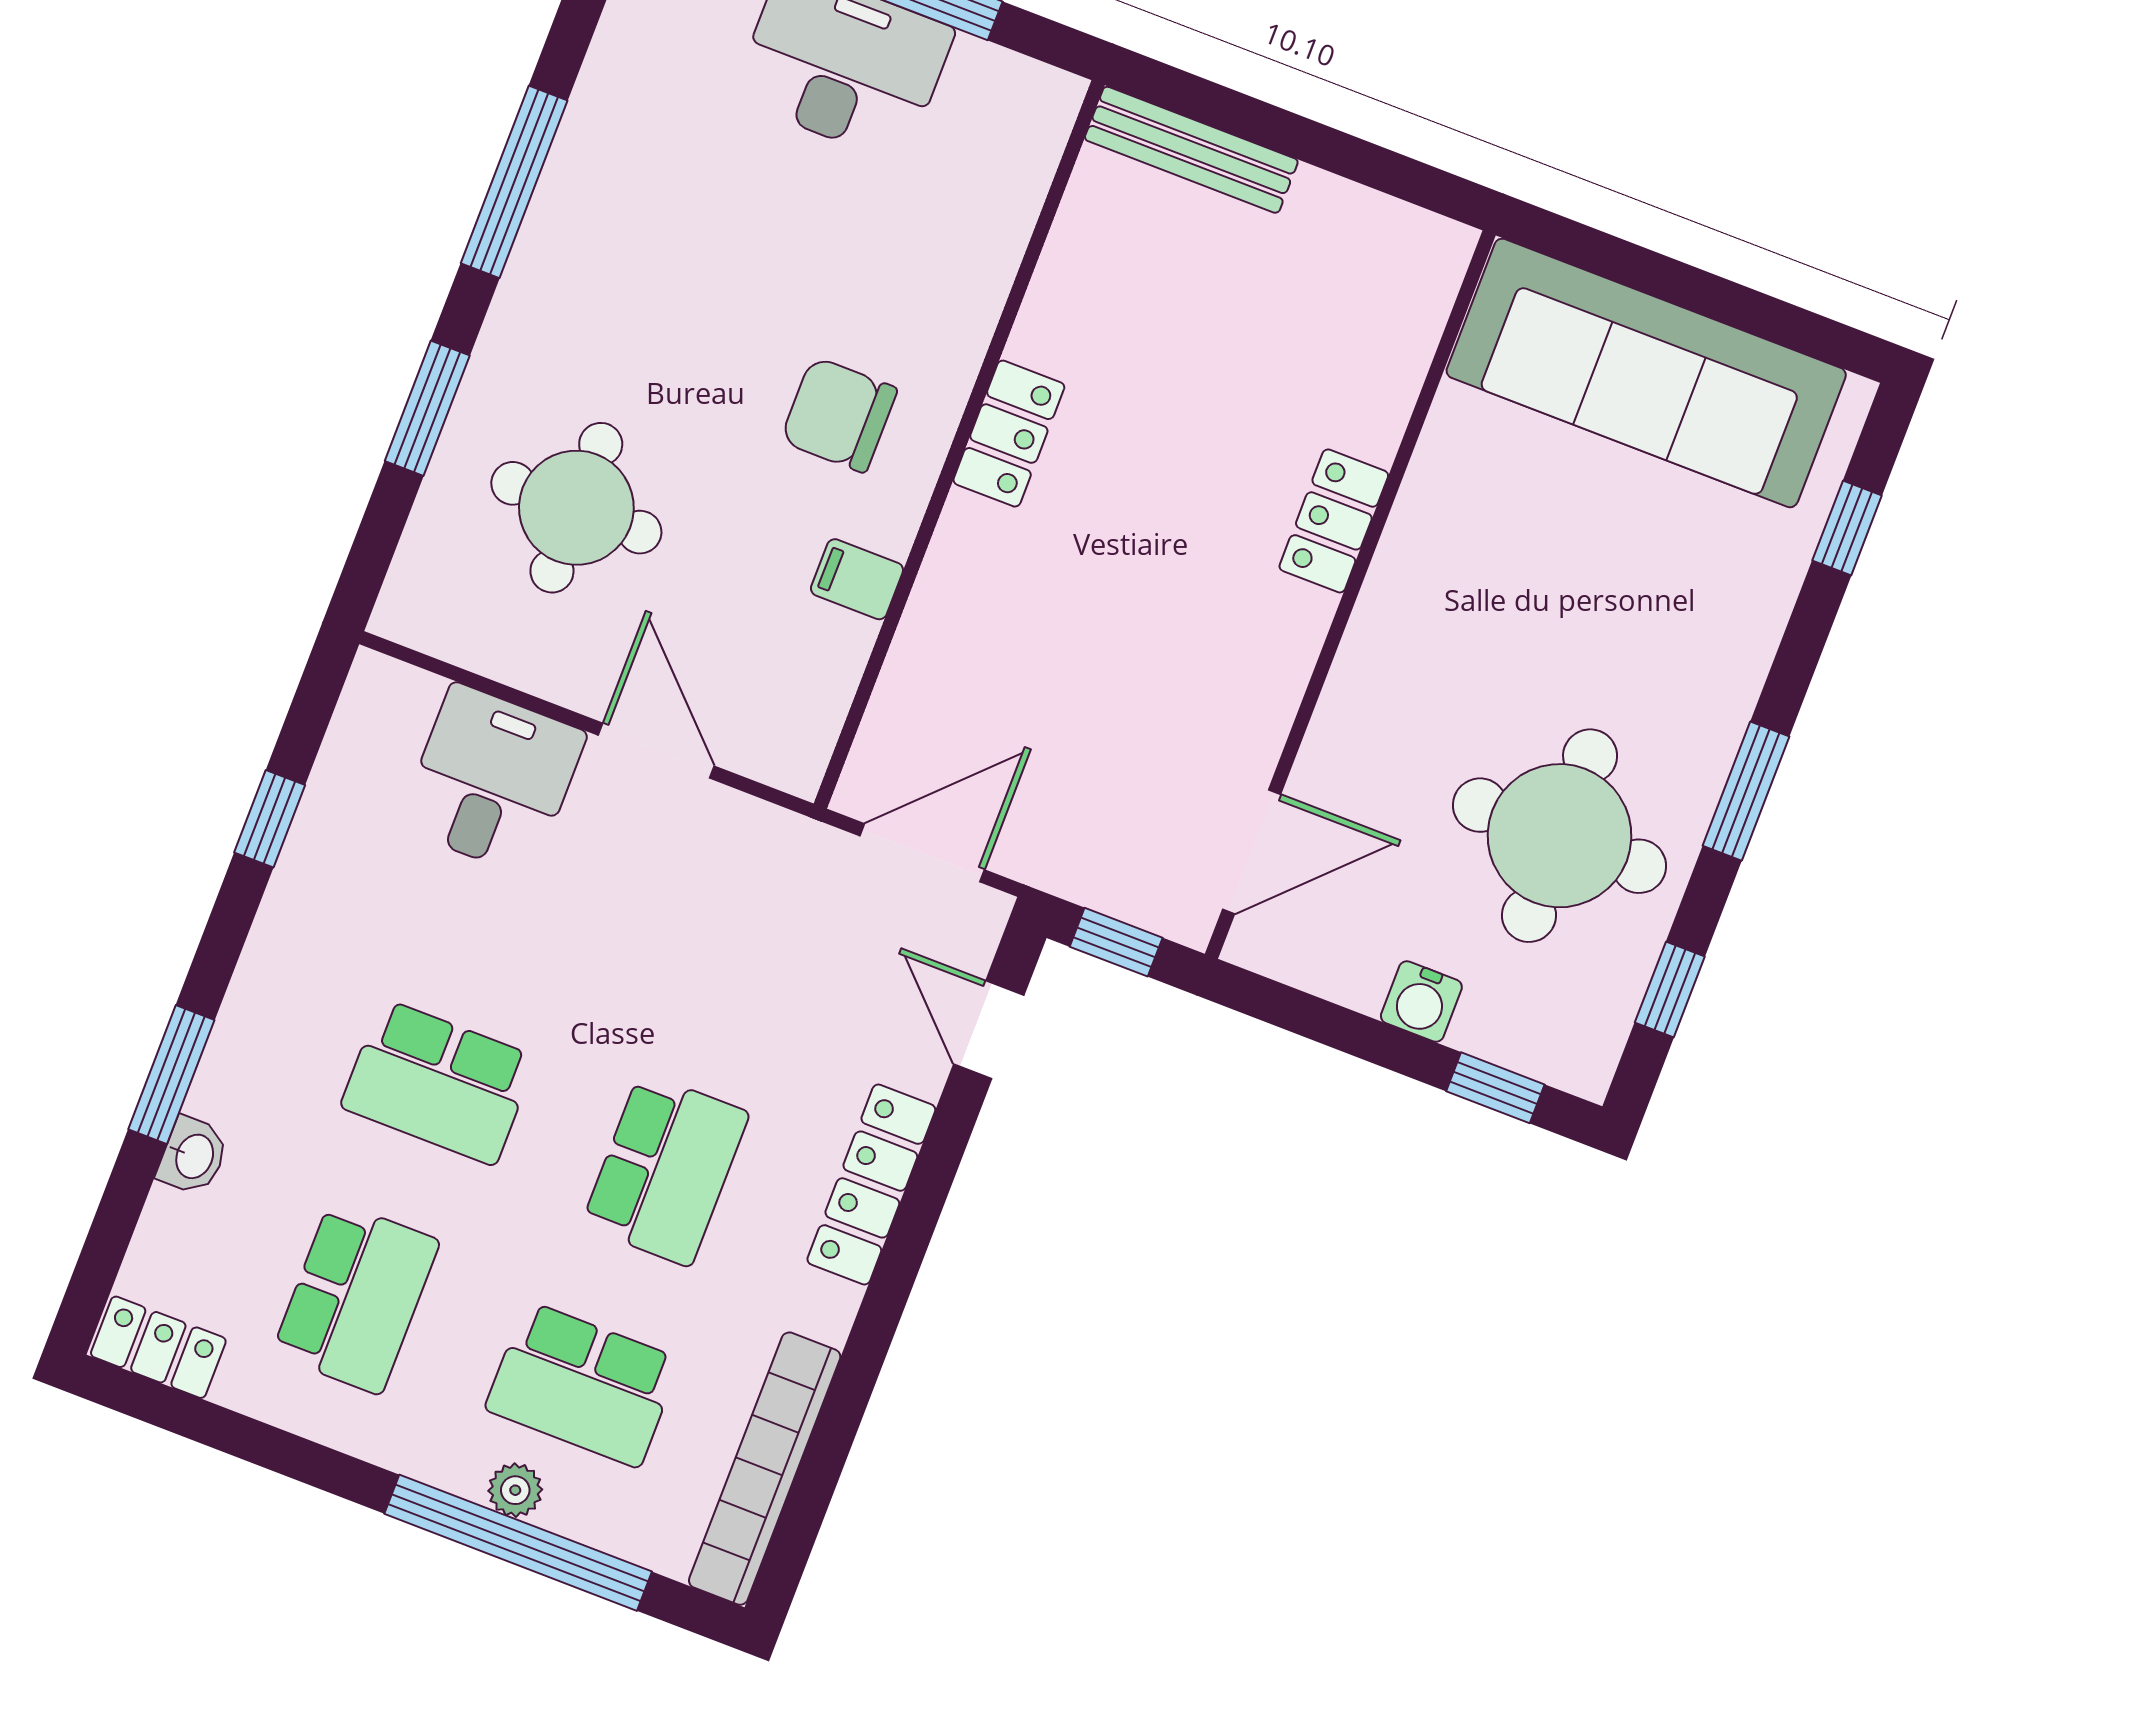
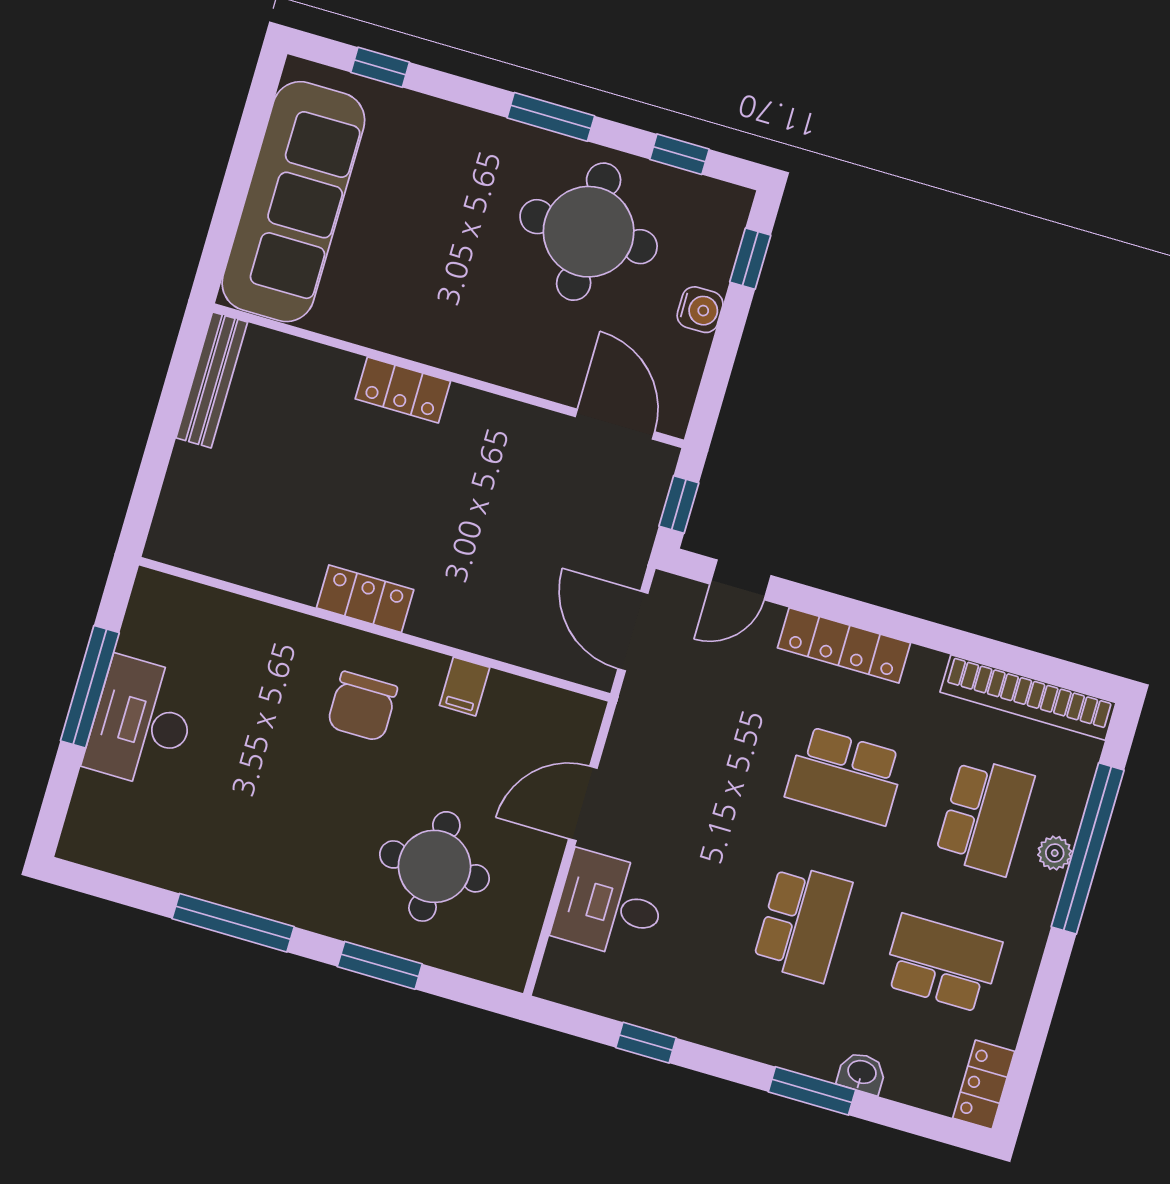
bench: (1191, 150) -> (212, 380), moved
school desk: (665, 1169) -> (845, 776), turned 180

